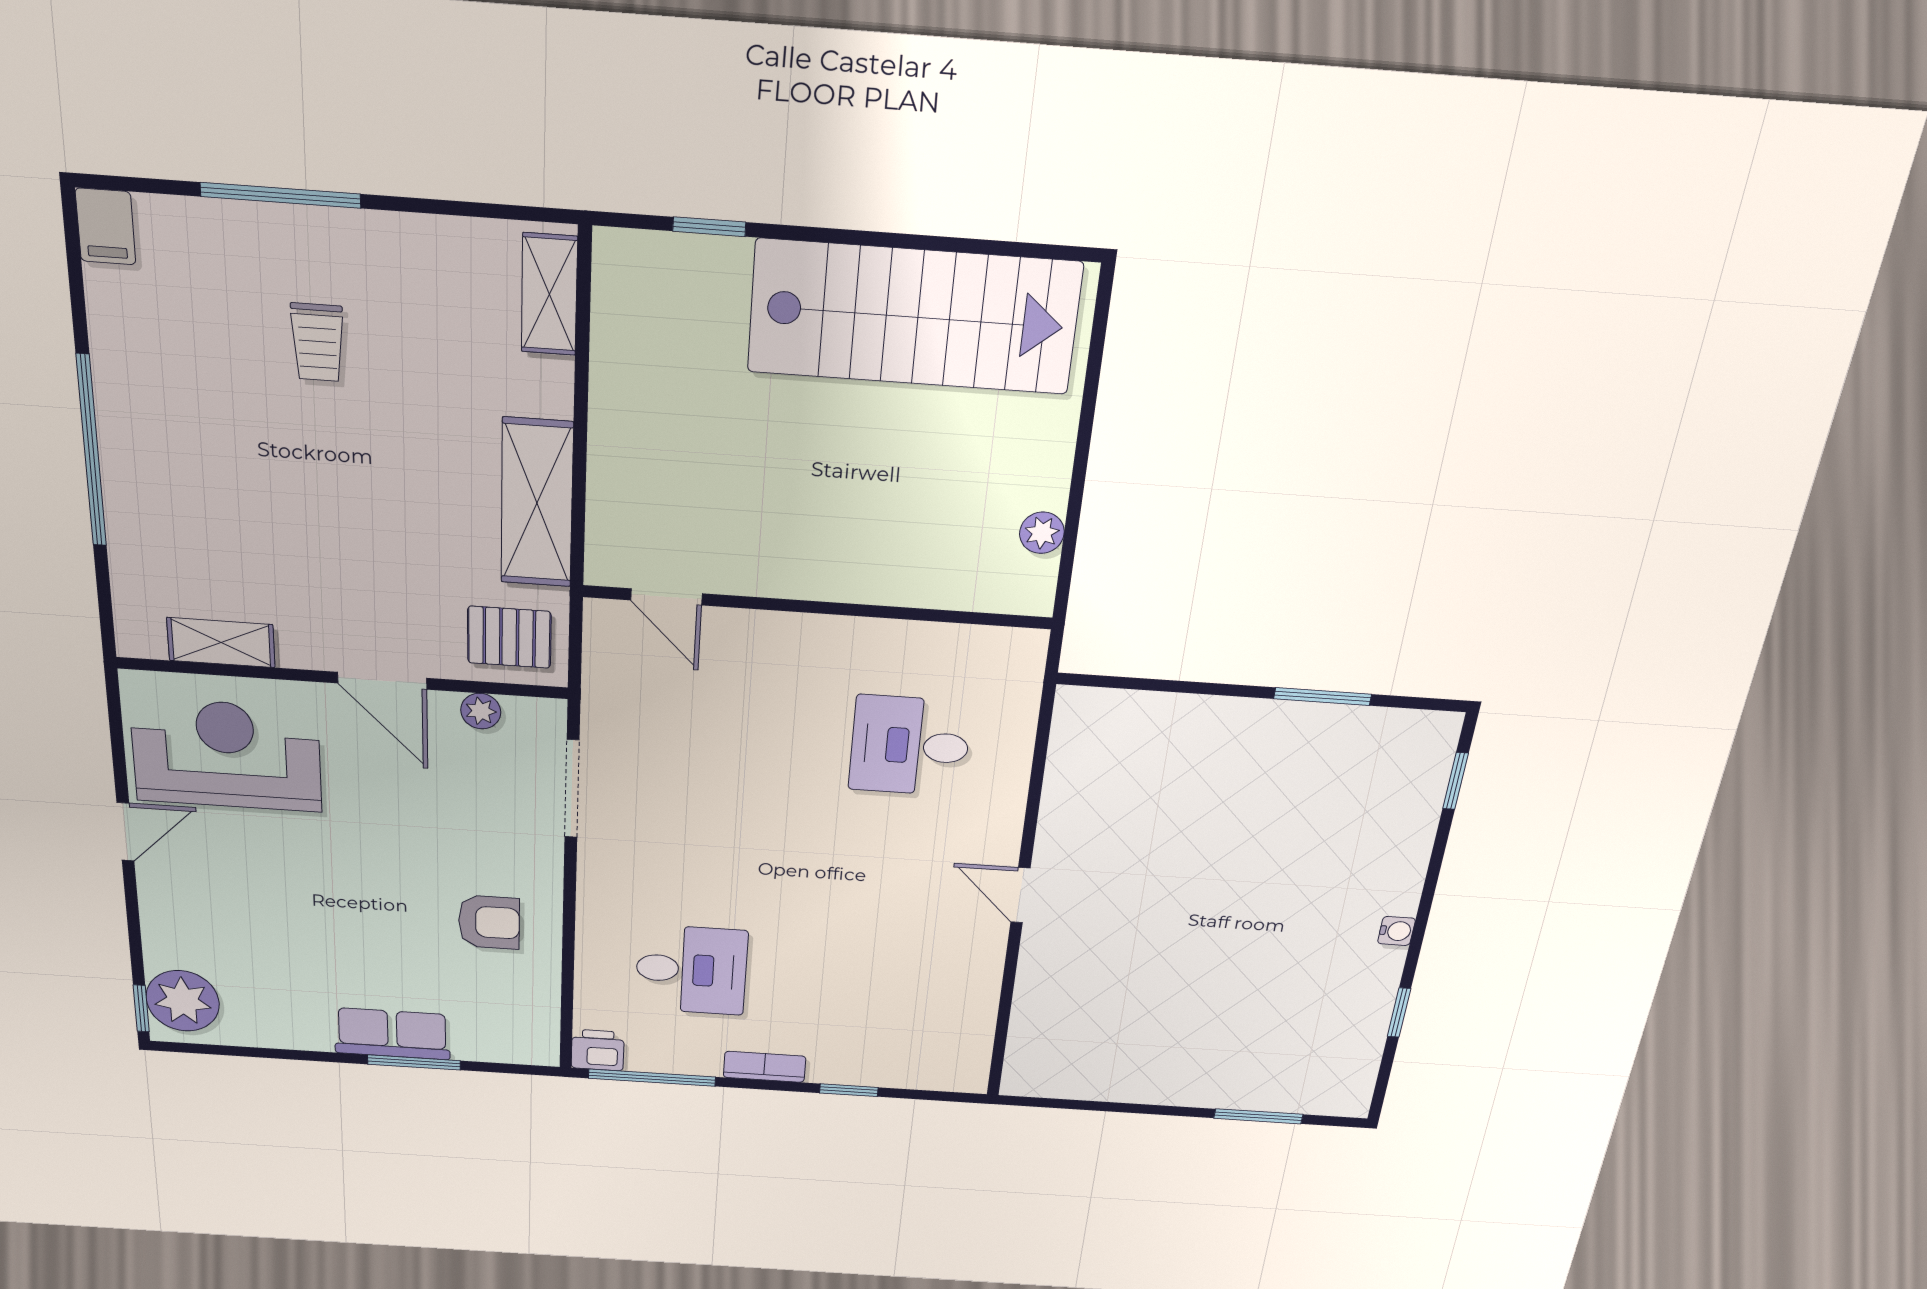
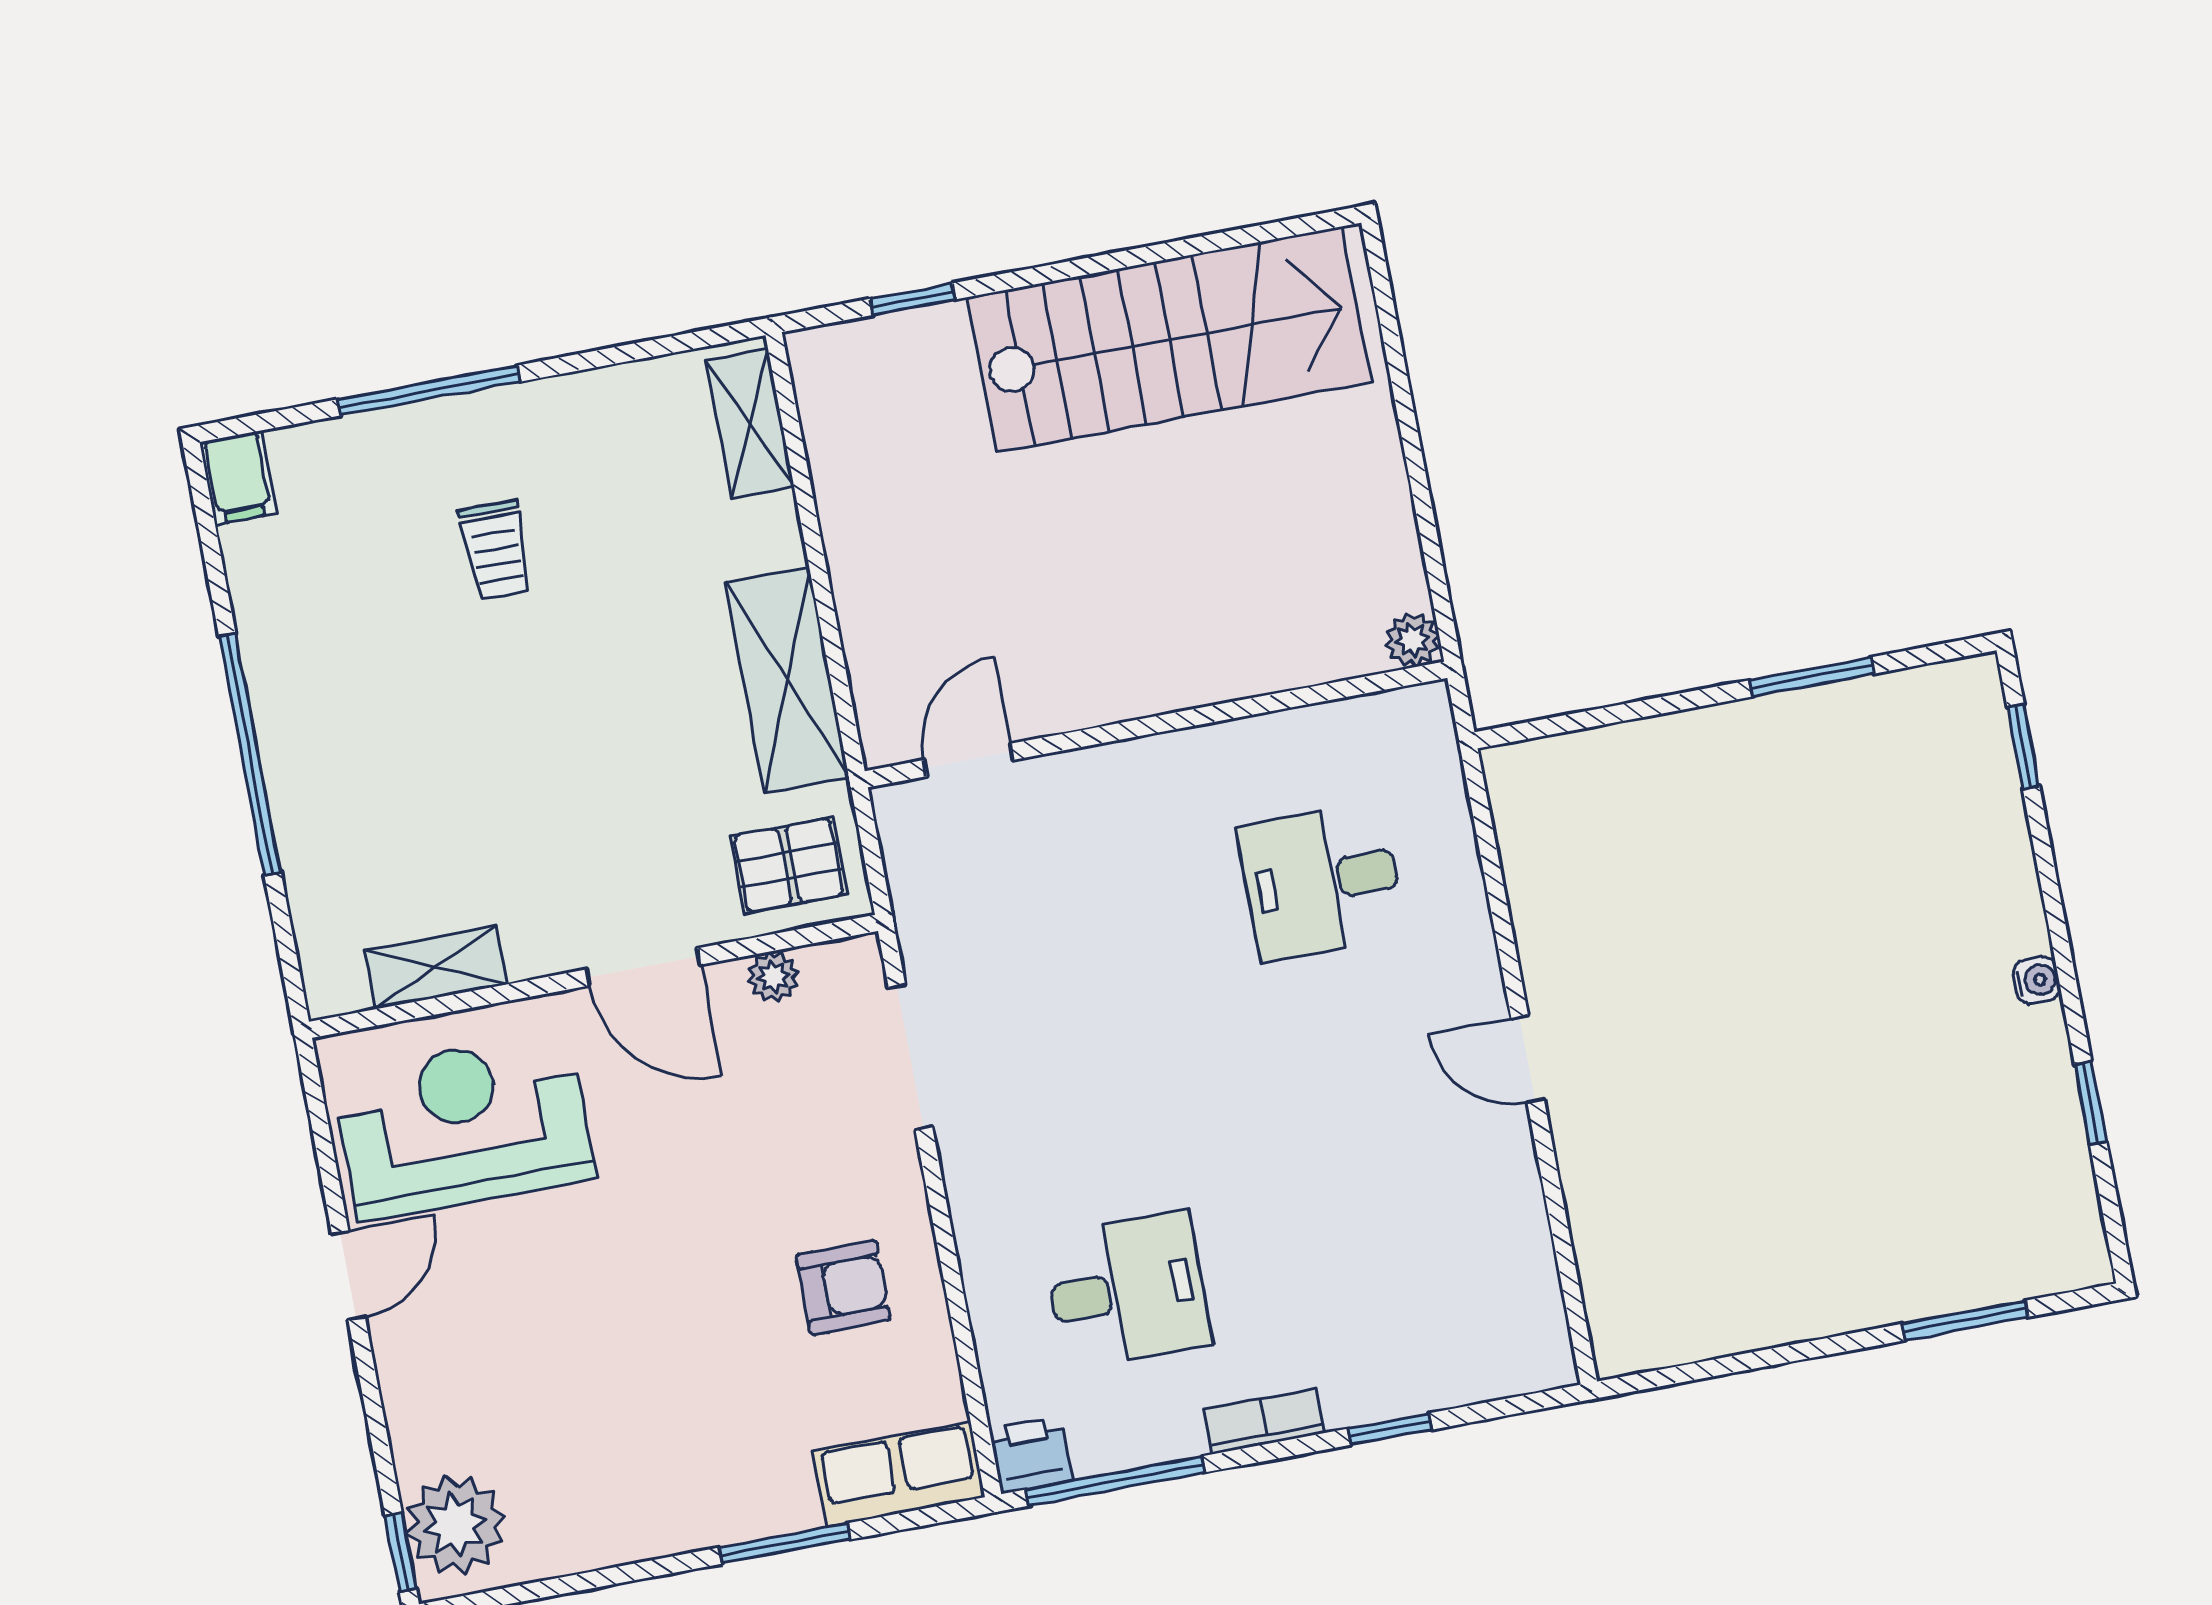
plant: (1042, 533) -> (1412, 640), moved
door: (666, 597) -> (969, 760), swing flipped
row of seats: (392, 1034) -> (899, 1474), moved

